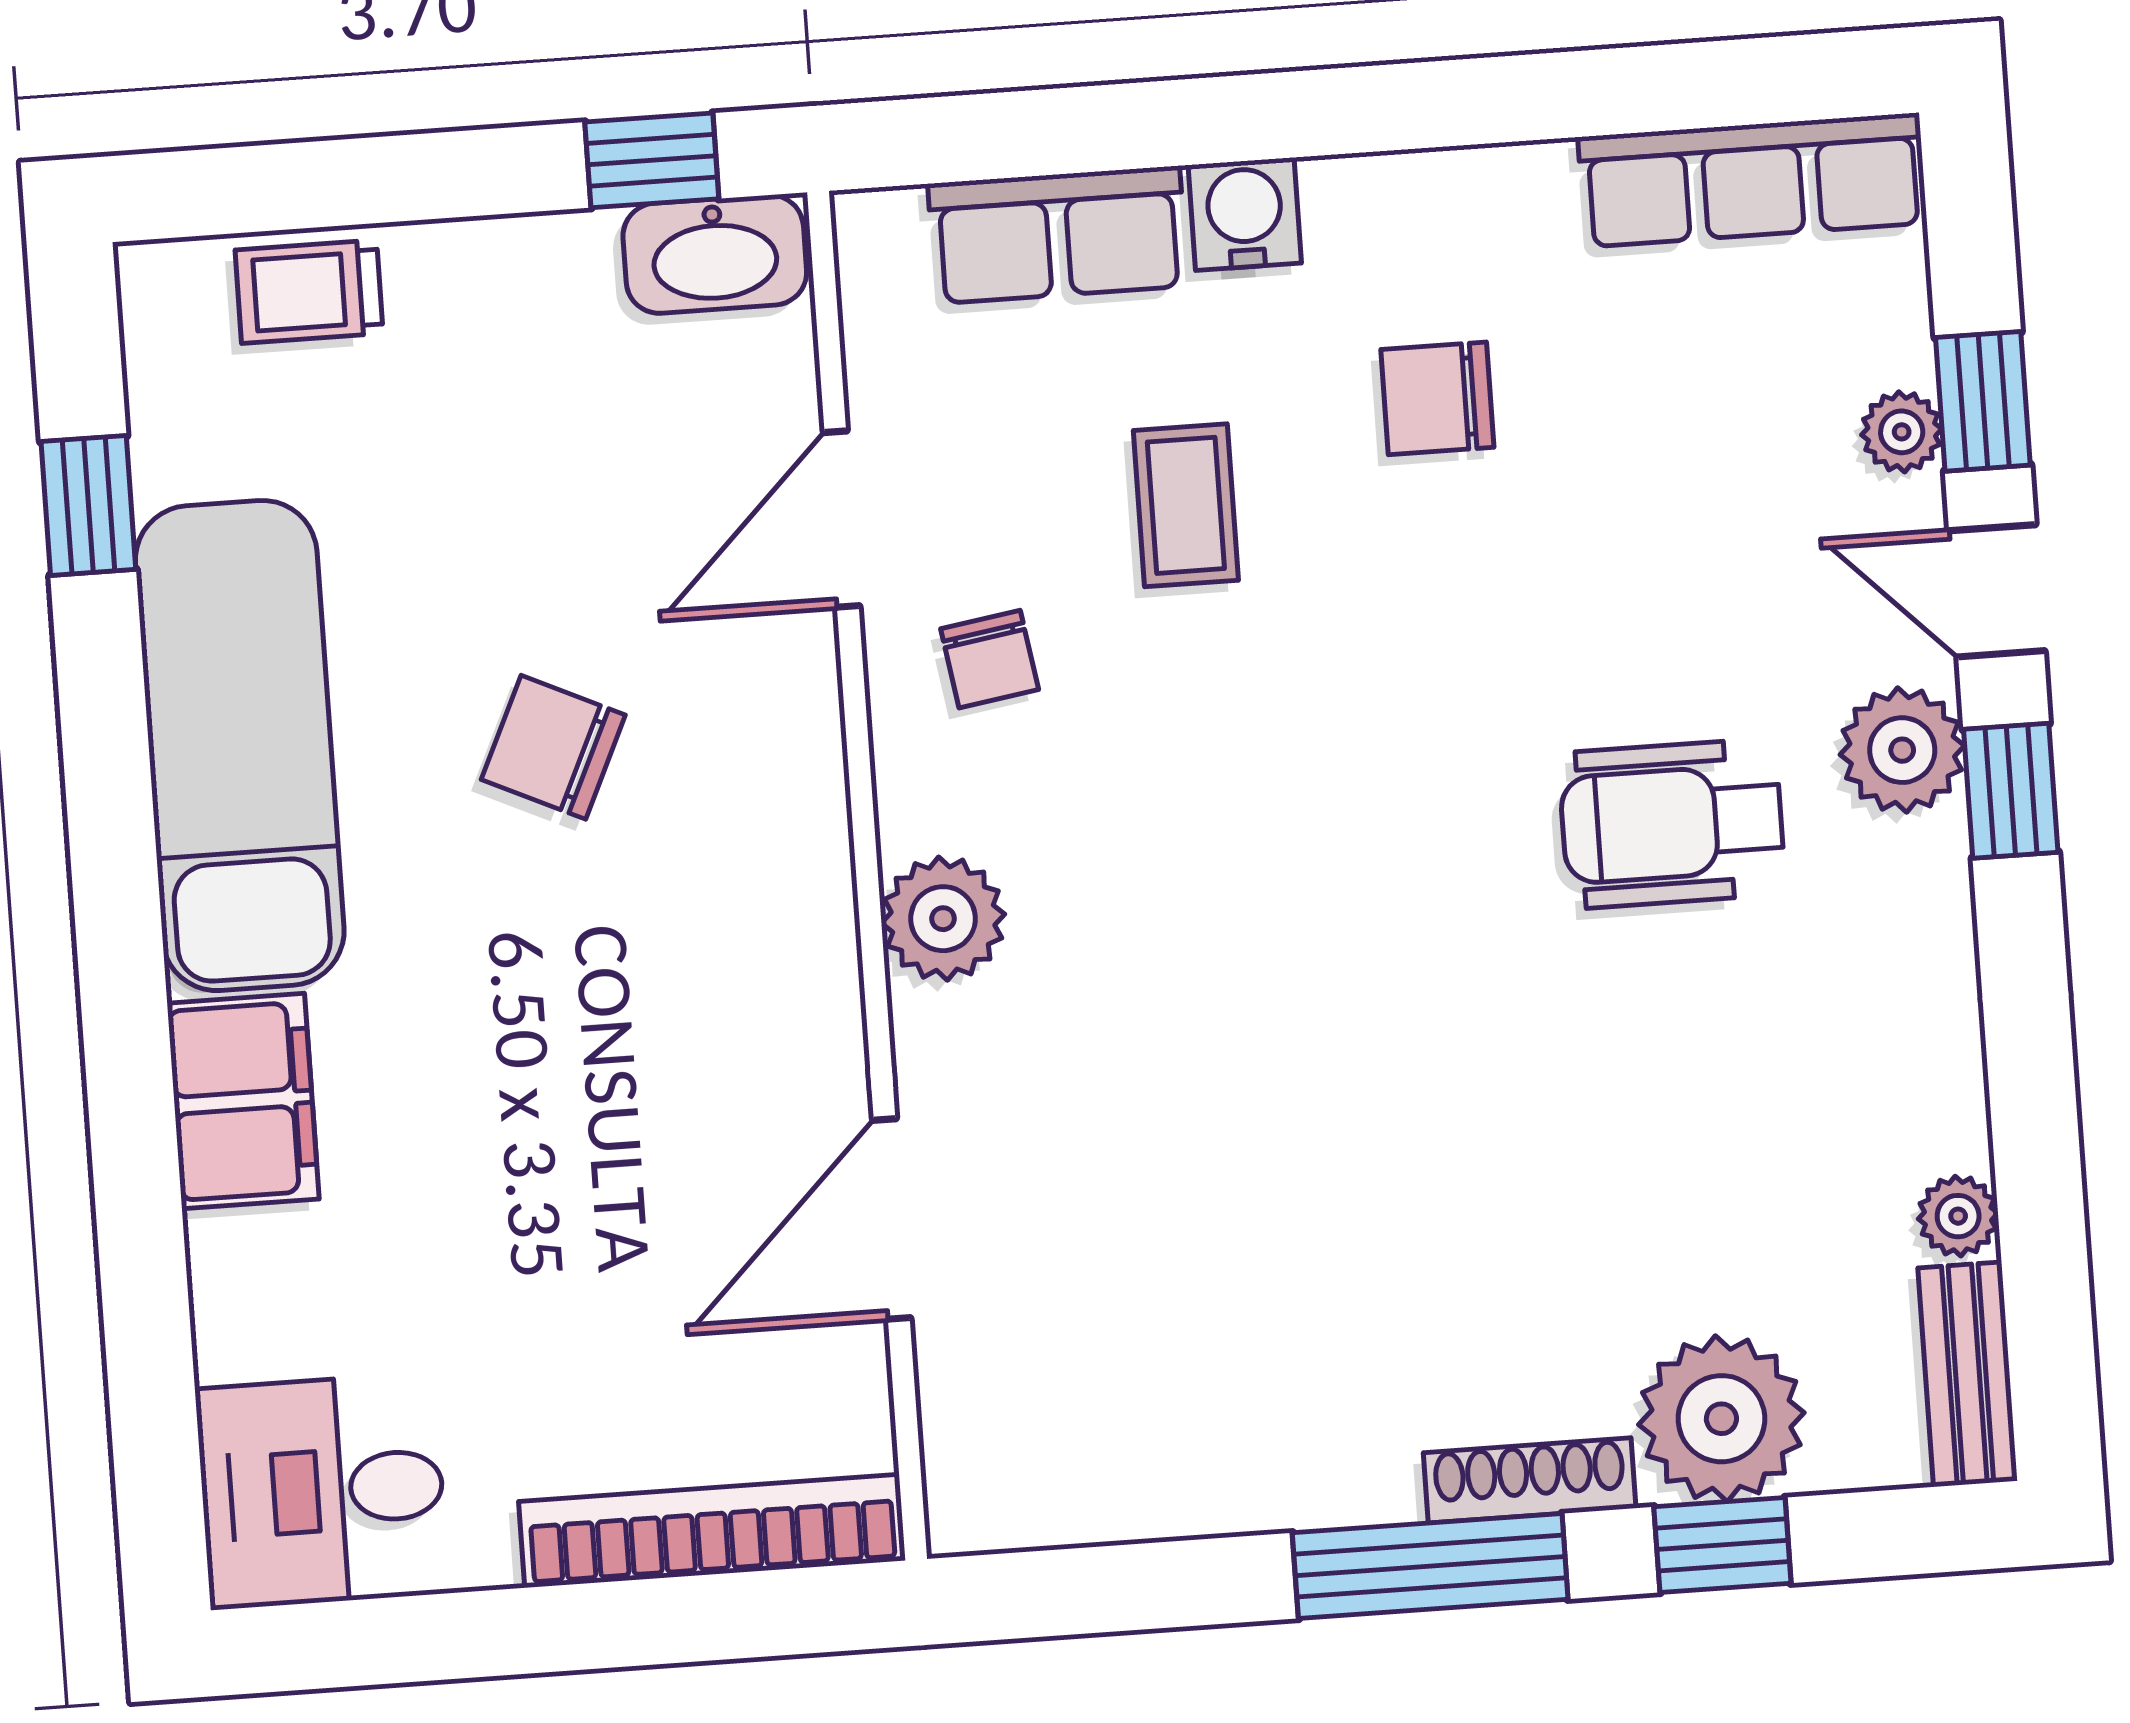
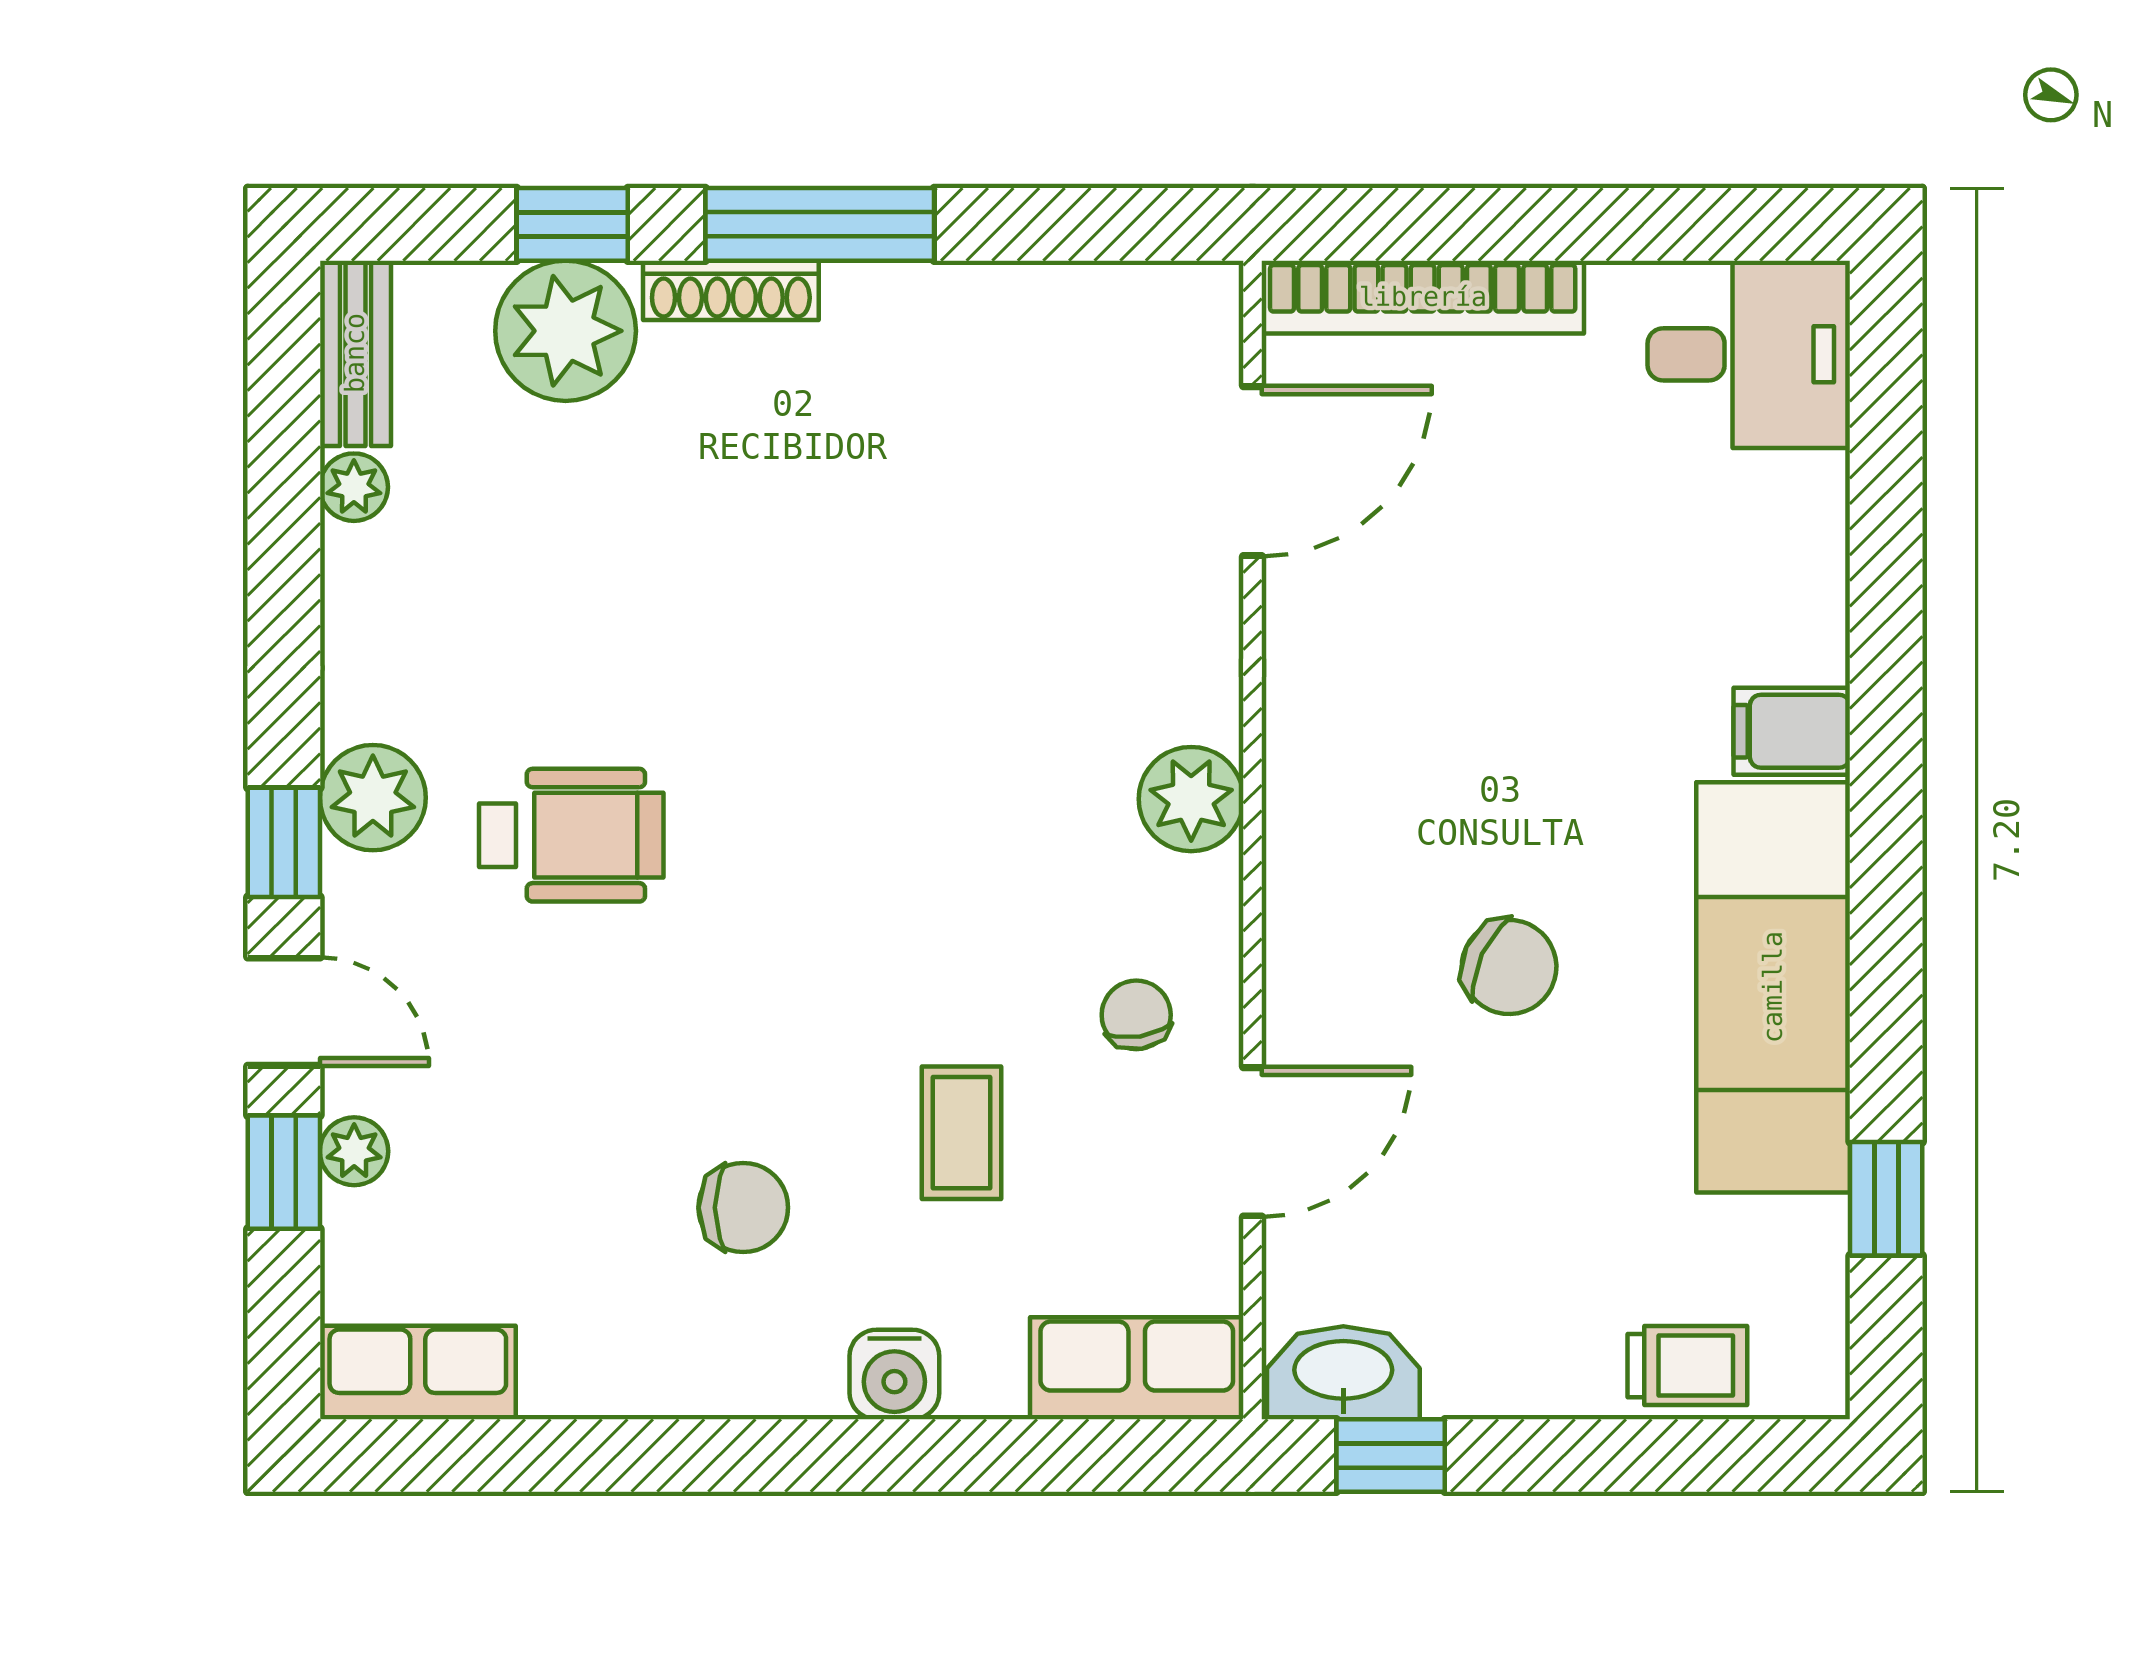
row of seats: (1752, 180) -> (418, 1372), width x0.68
row of seats: (1058, 235) -> (1137, 1368), moved
plant: (1902, 750) -> (373, 798), moved
filing cabinet: (243, 1101) -> (1792, 731), width x0.50
door: (892, 1219) -> (1252, 471), moved

